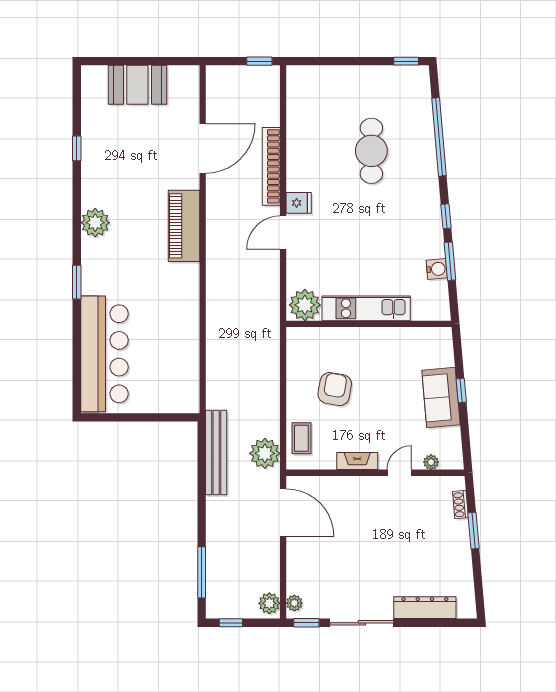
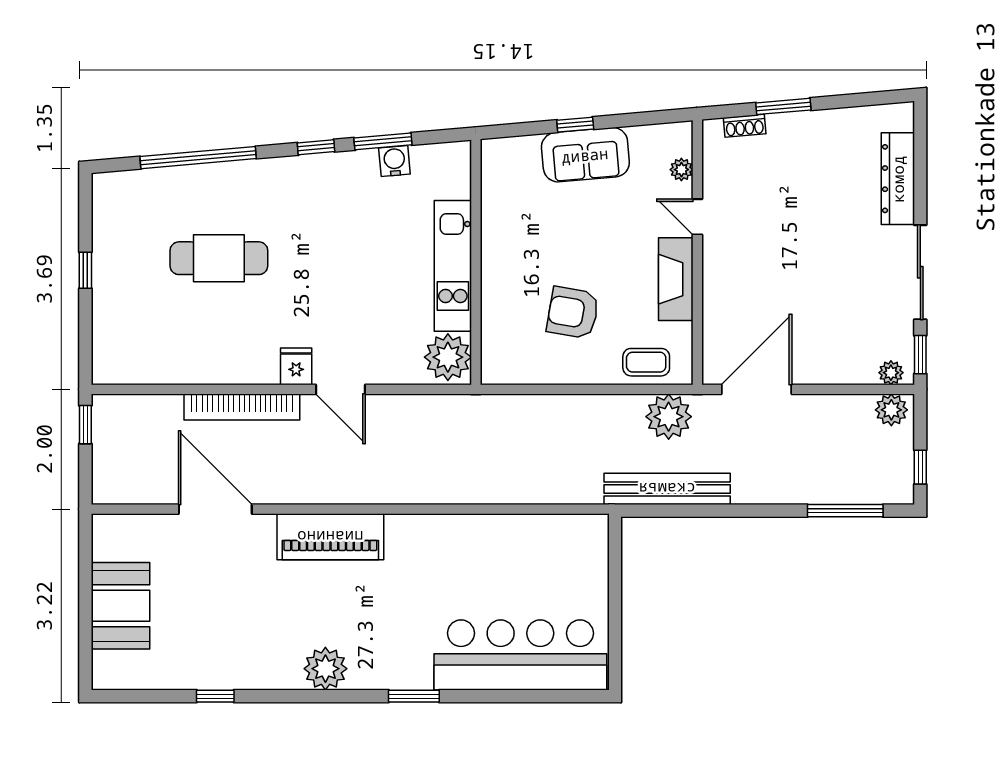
window: (406, 61) -> (85, 270), moved
fireplace: (357, 461) -> (676, 279), width x1.37, depth x1.32

